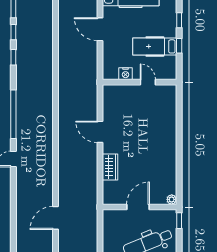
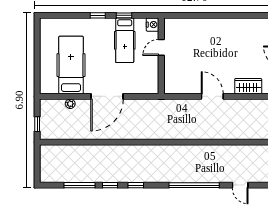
door: (100, 29) -> (107, 96), width x1.36
nightstand: (125, 74) -> (153, 25), moved
door: (100, 132) -> (212, 96), swing flipped

